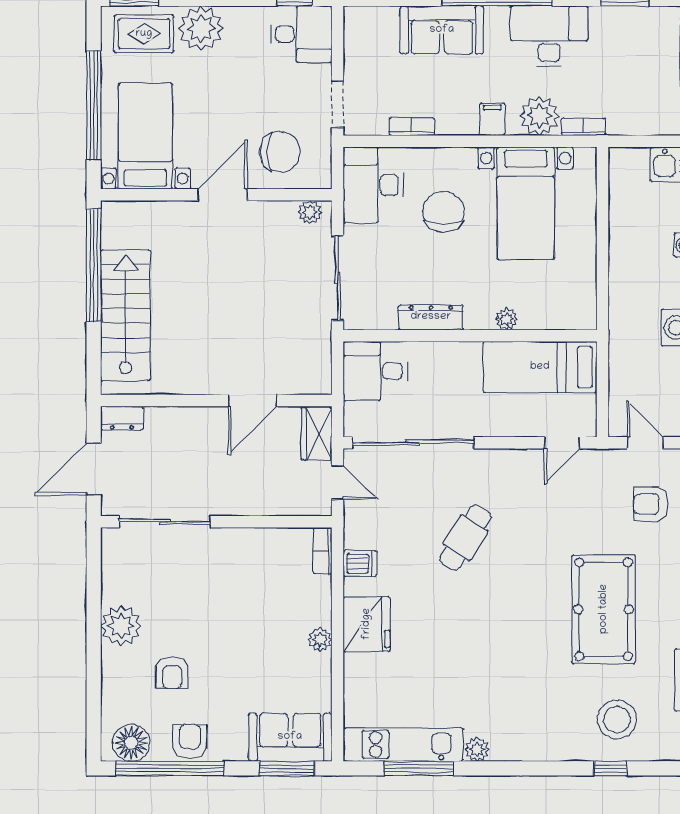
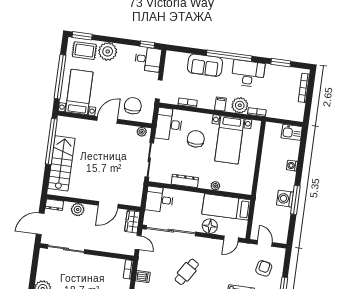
chair: (280, 152) -> (133, 106), turned -90
floor lamp: (506, 419) -> (210, 226), added
plant: (180, 422) -> (78, 210), added
armchair: (651, 504) -> (264, 268), turned 102

